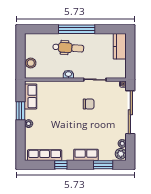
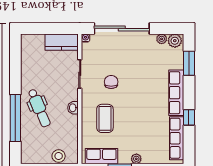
window: (77, 29) -> (15, 118), moved
kitchen counter: (120, 46) -> (62, 42), moved
dental chair: (68, 48) -> (39, 108), turned 153
coffee table: (60, 99) -> (105, 118), added
row of seats: (86, 155) -> (176, 93), width x1.48

